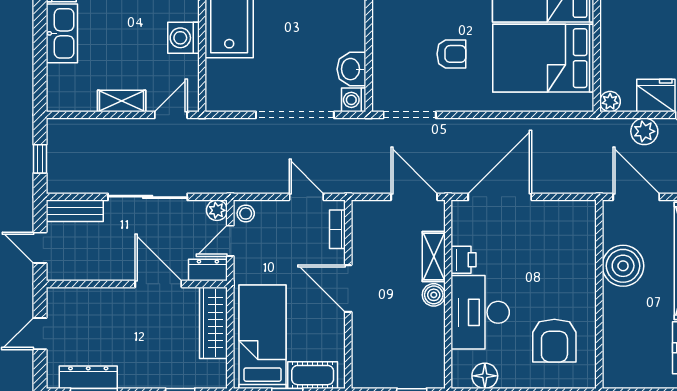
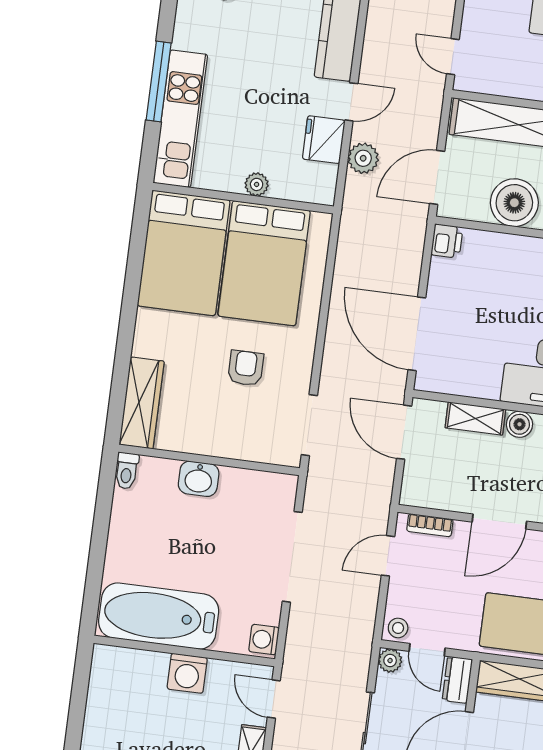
washbasin: (351, 69) -> (199, 479), moved
washing machine: (354, 100) -> (264, 640), moved, turned 90
plant: (610, 102) -> (257, 184), moved
door: (414, 197) -> (404, 432), hinge flipped
printer: (464, 260) -> (447, 241), moved, turned 90

